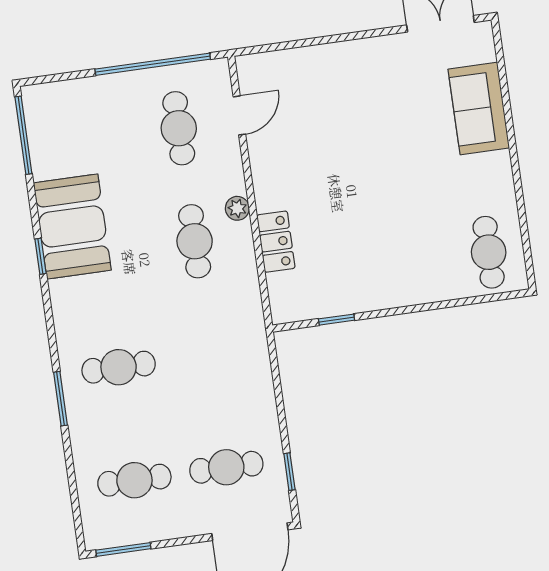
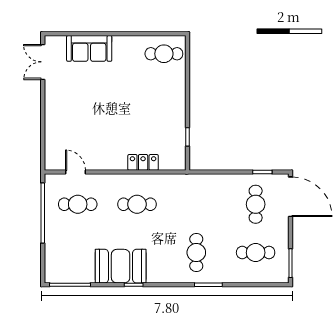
plant: (237, 208) -> (123, 180), removed
cafe table: (134, 480) -> (256, 253), turned 90

